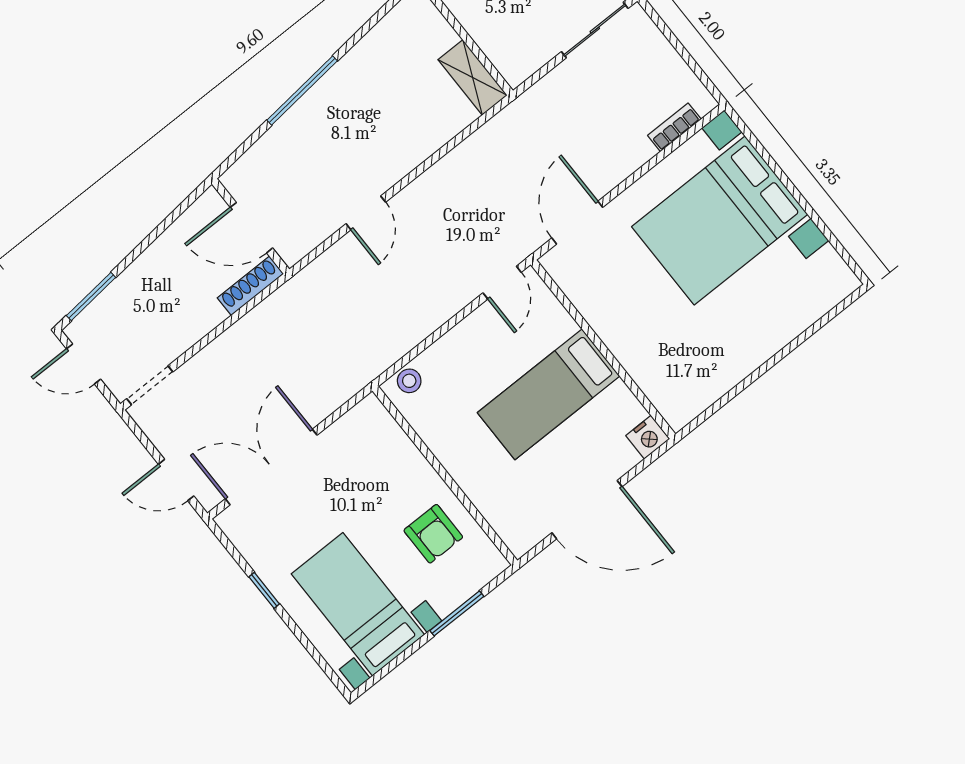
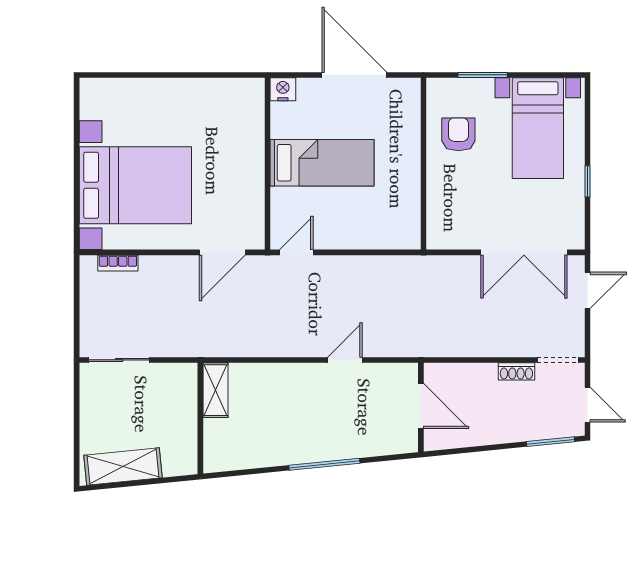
shoe rack: (250, 286) -> (516, 371), moved, width x0.70
stool: (409, 381) -> (399, 238), removed
door: (176, 480) -> (588, 290), hinge flipped

